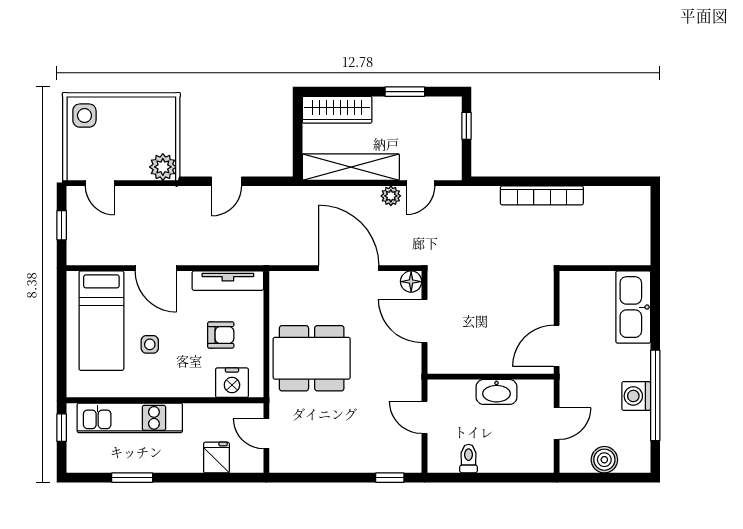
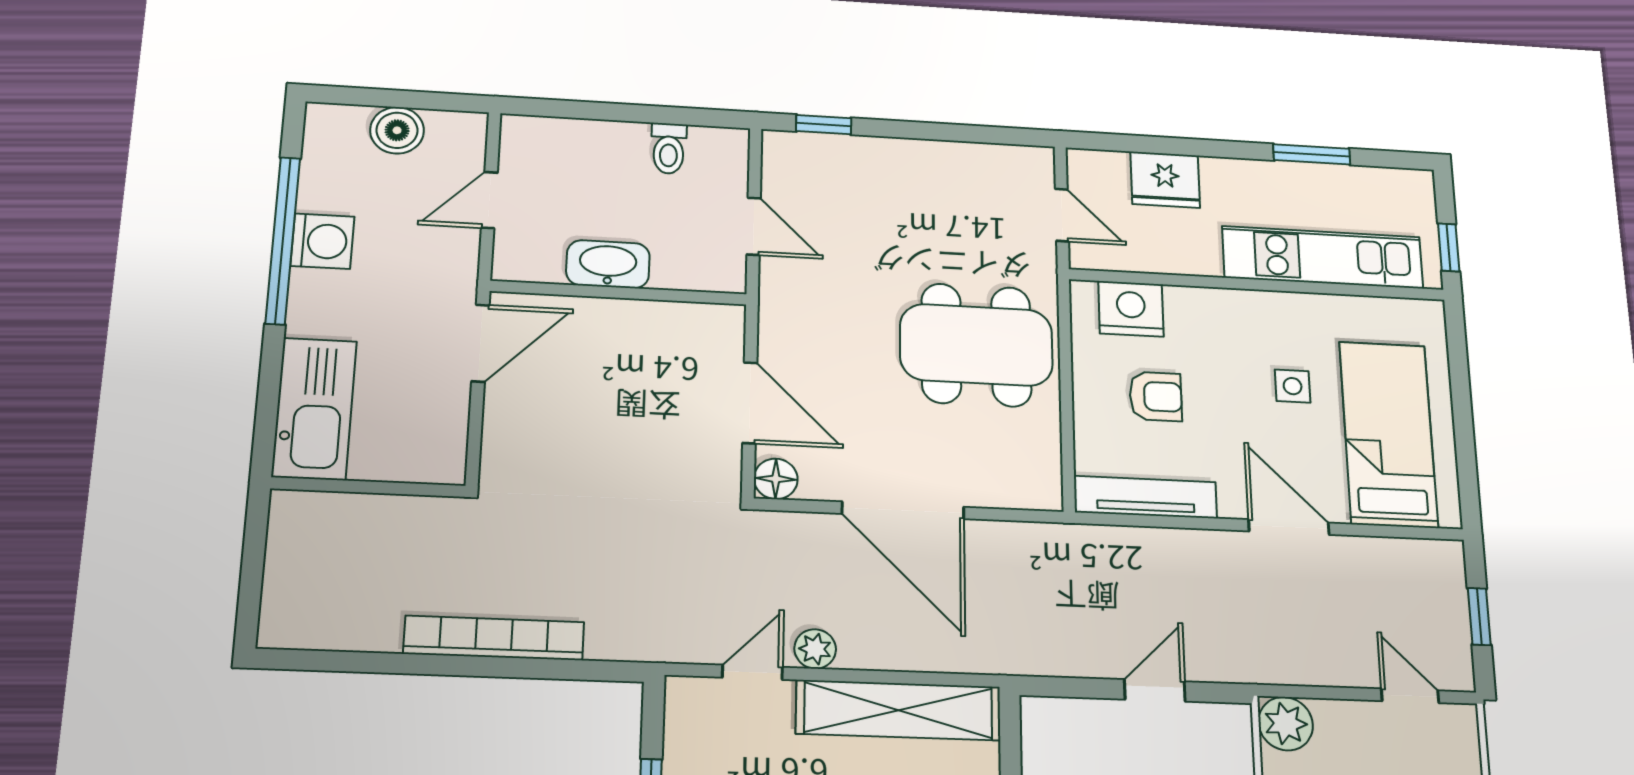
armchair: (221, 335) -> (1156, 396), turned 180
fridge: (216, 458) -> (1165, 180), width x1.38

